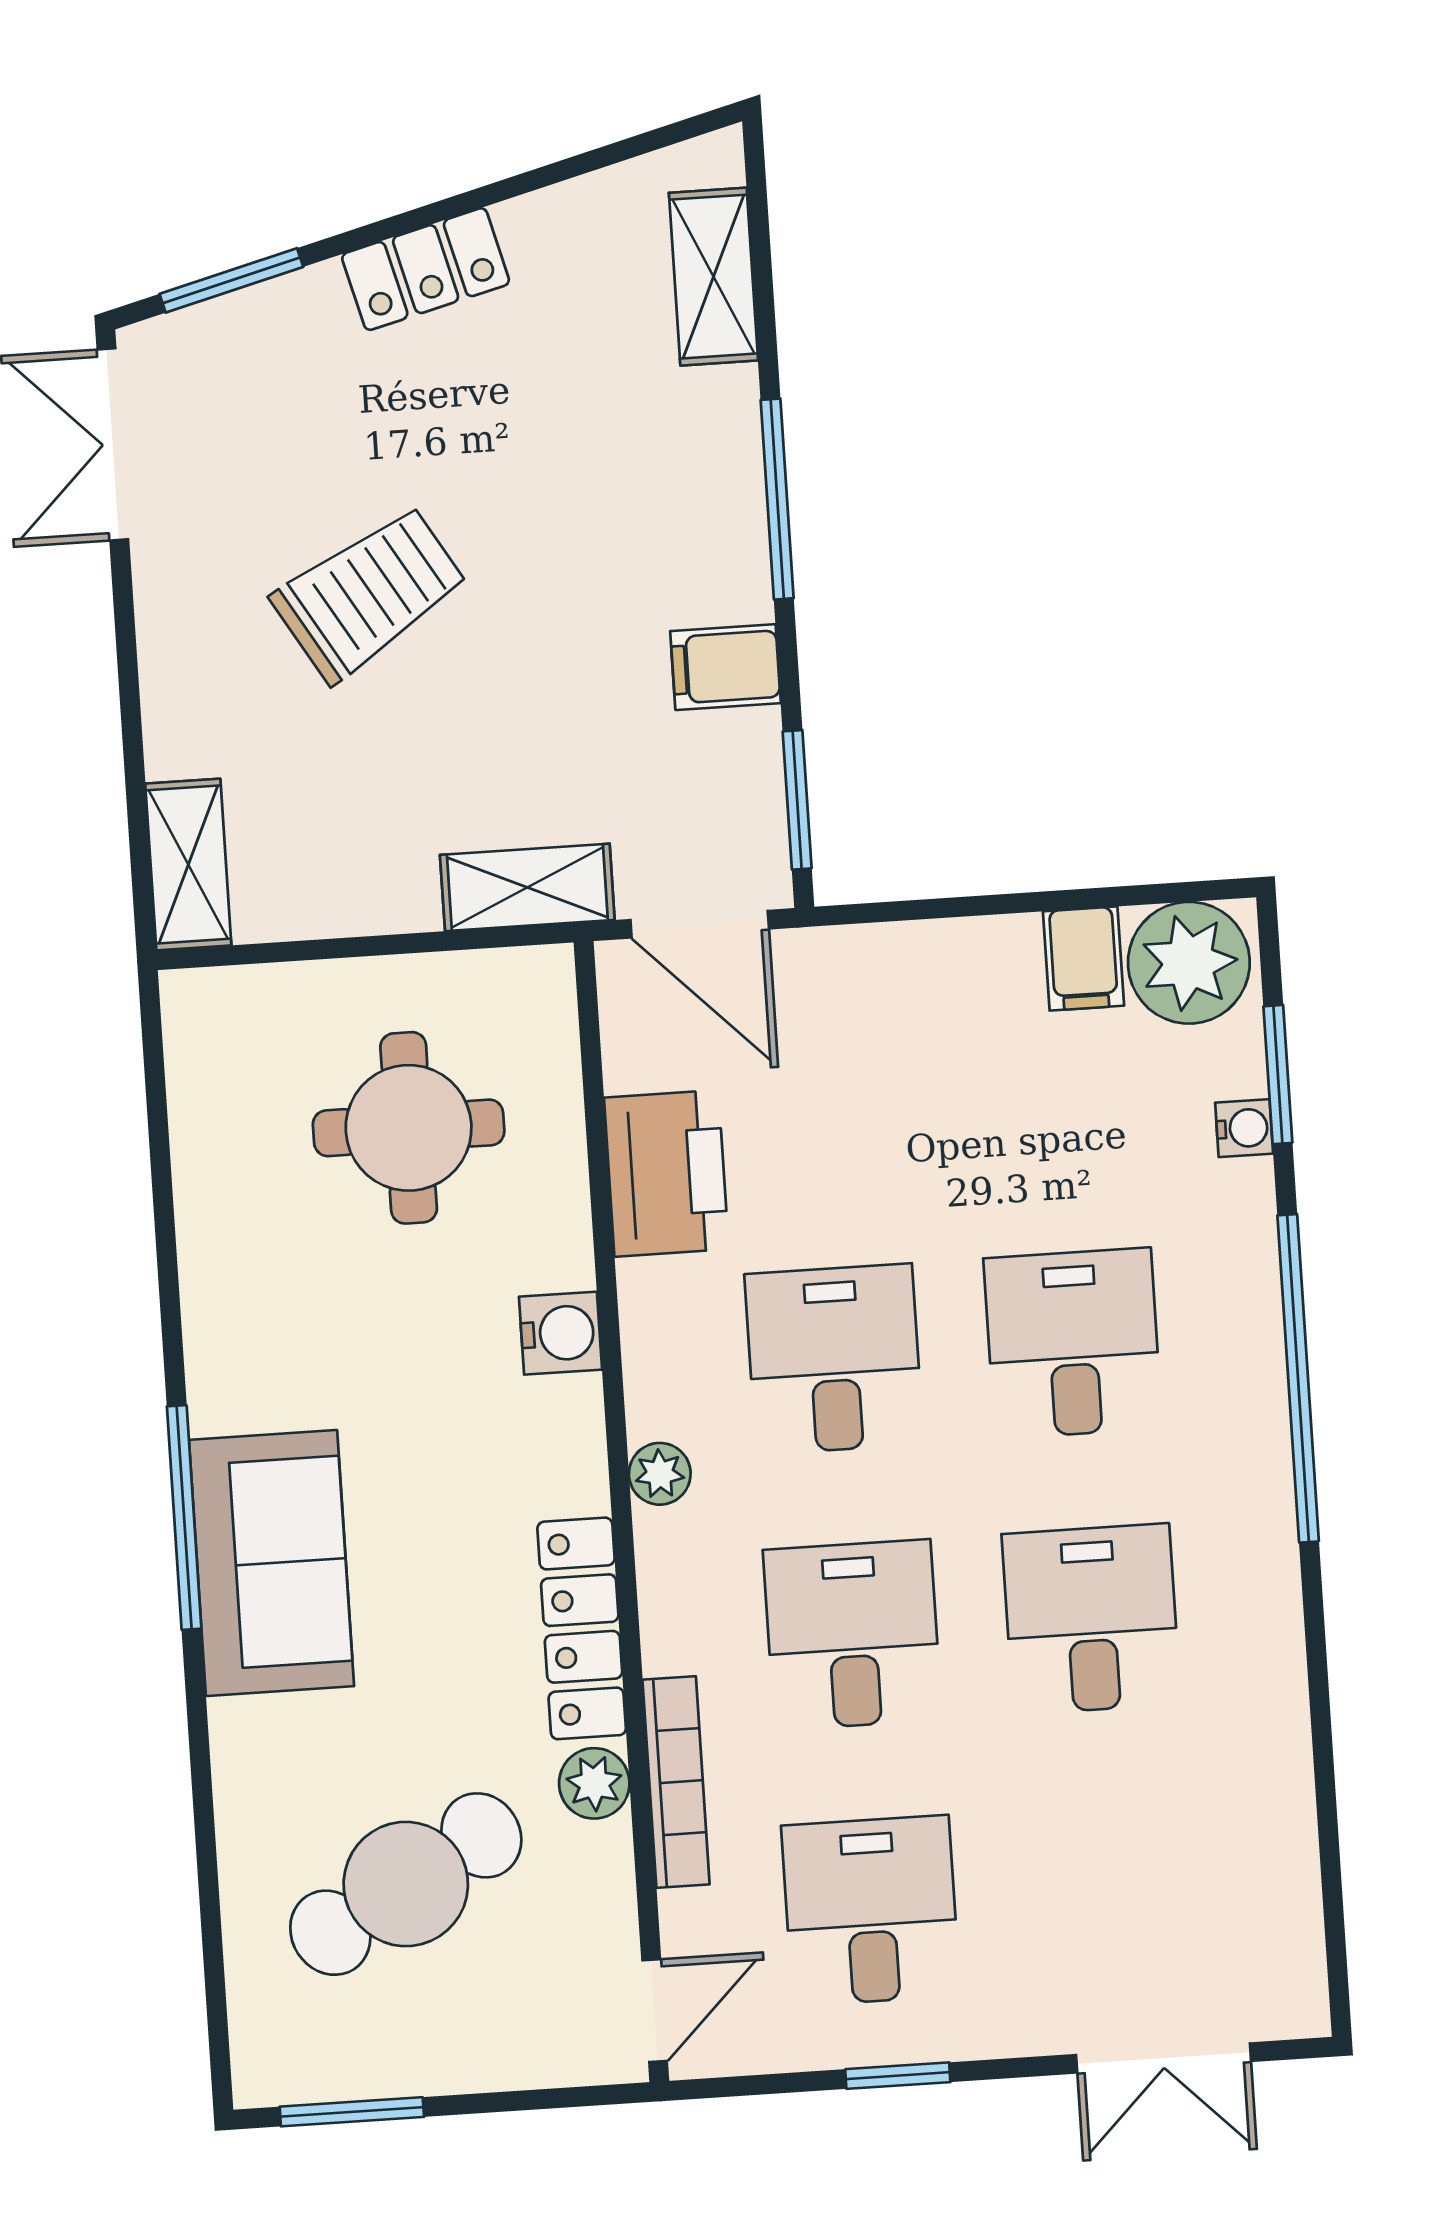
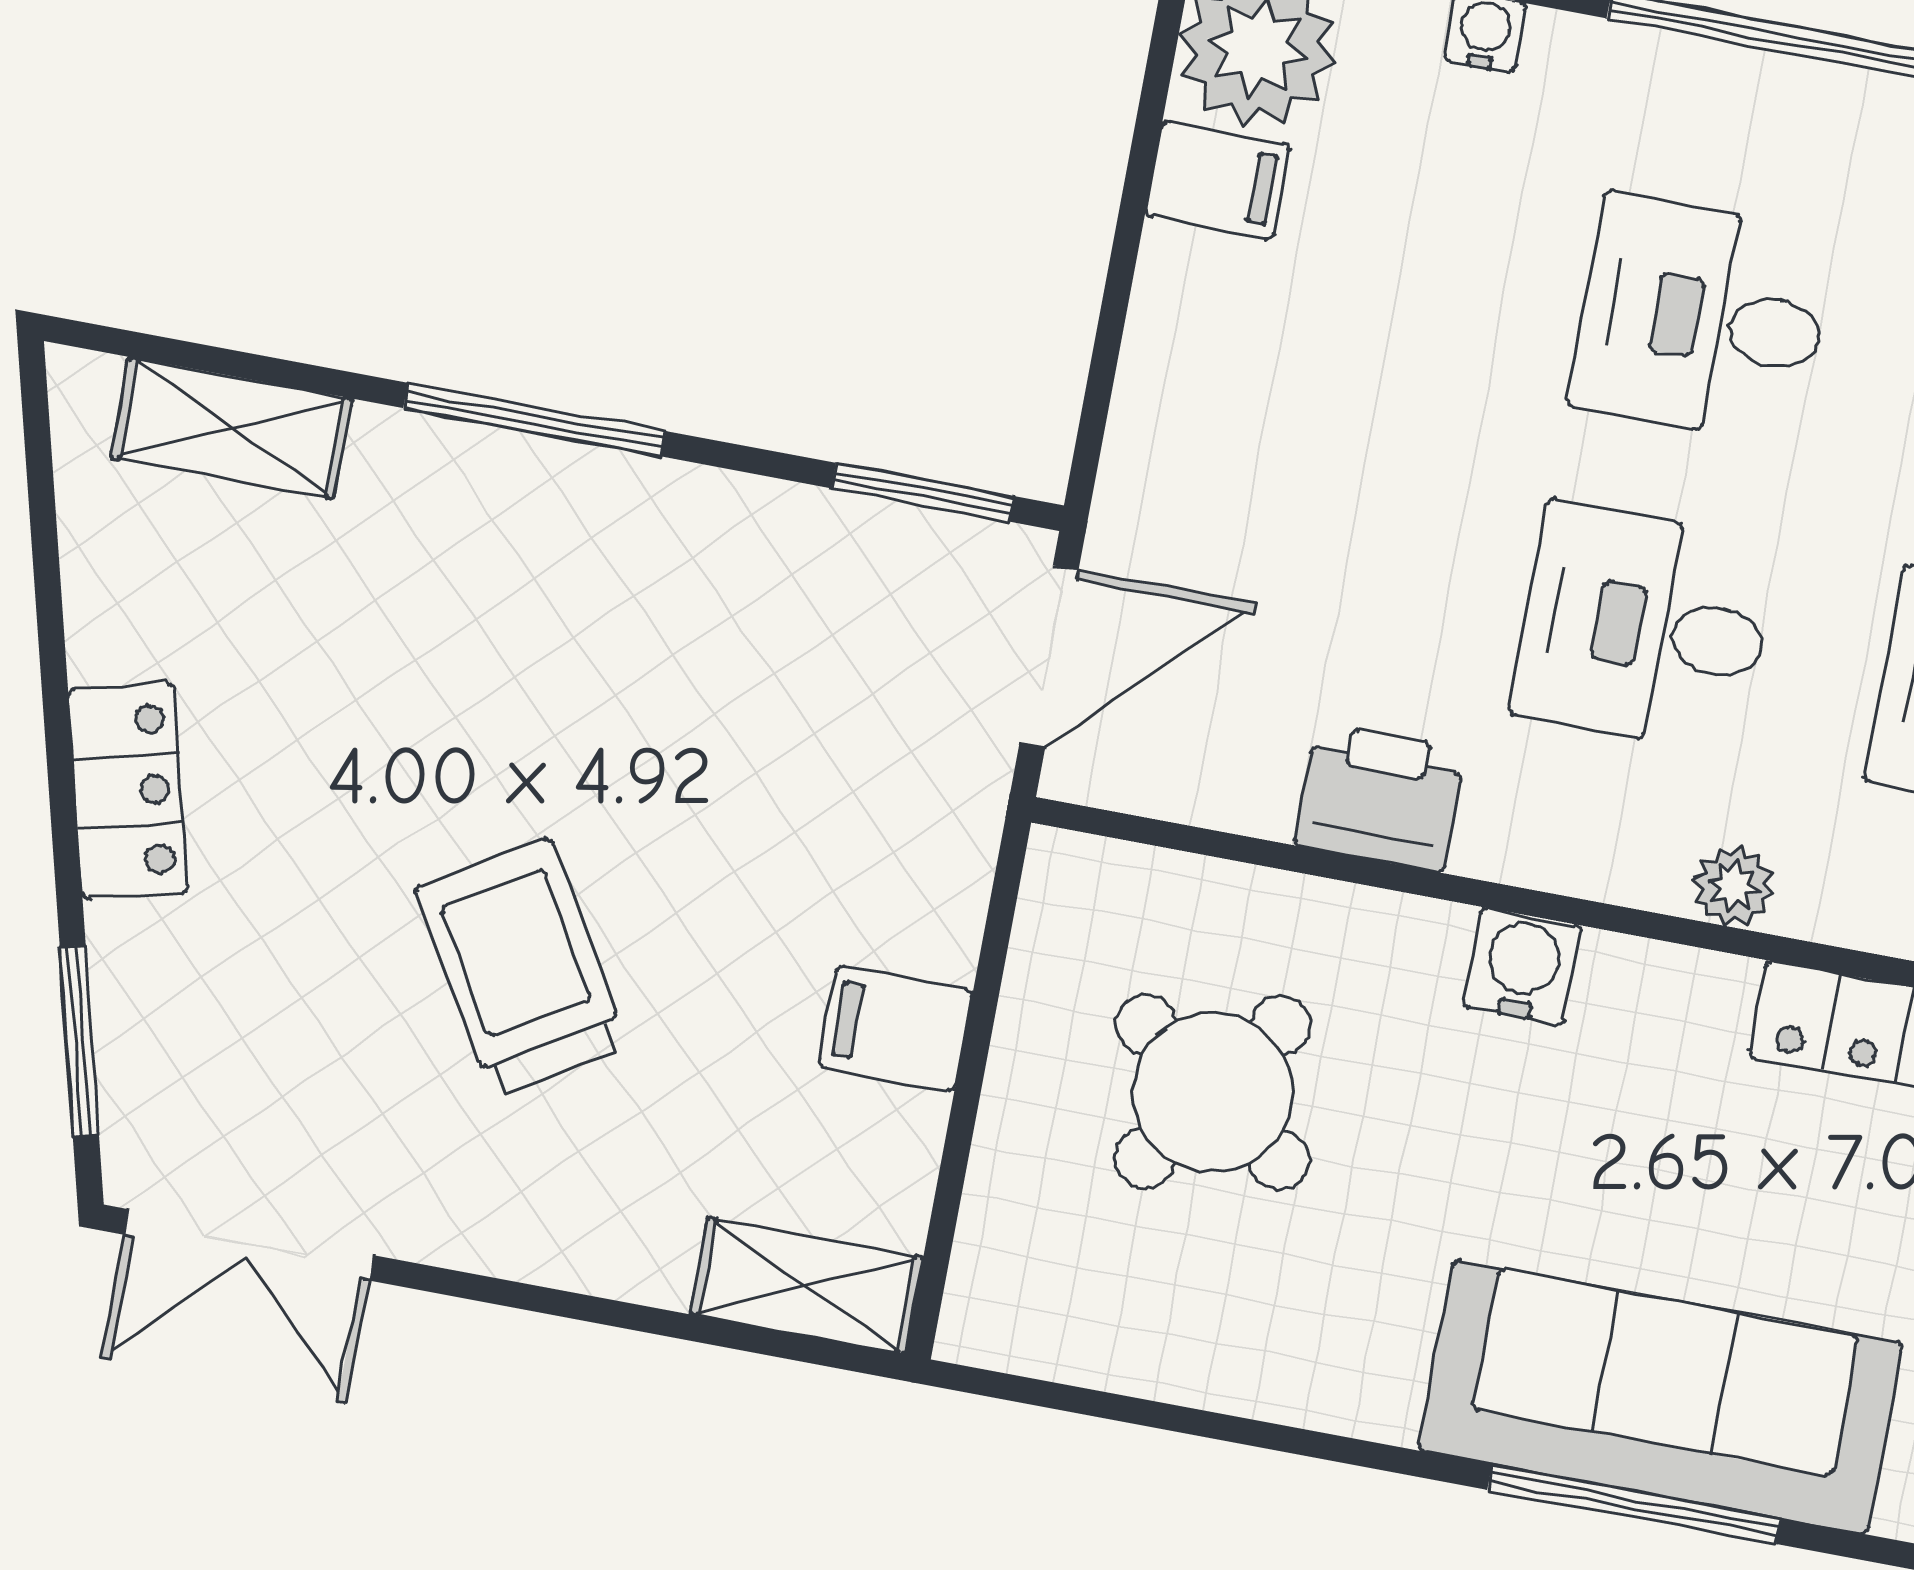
filing cabinet: (726, 667) -> (896, 1029), moved, turned 90
shelving: (527, 887) -> (946, 863), removed
round table: (409, 1128) -> (1213, 1092), turned 35
printer: (666, 1173) -> (1380, 797), width x0.73, depth x0.84
sofa: (271, 1563) -> (1660, 1397), width x1.36

